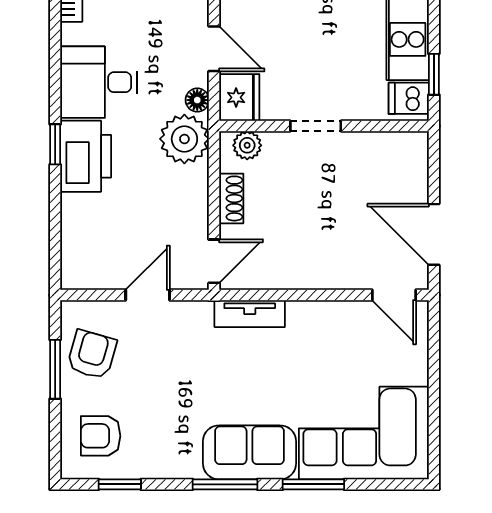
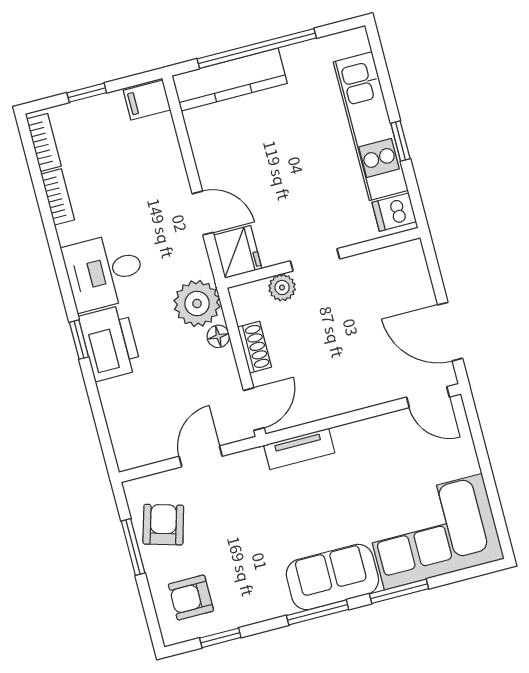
window: (434, 74) -> (400, 141), moved
floor lamp: (197, 100) -> (218, 336), moved
plant: (247, 145) -> (282, 288), moved

